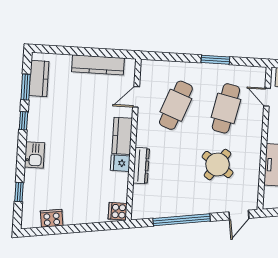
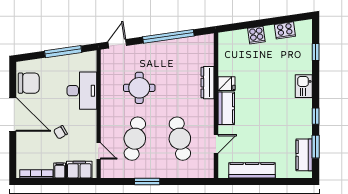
cafe table: (176, 105) -> (180, 139), turned -33
round table: (218, 165) -> (139, 88), turned -35
cooker: (118, 211) -> (256, 35), moved, turned 82

